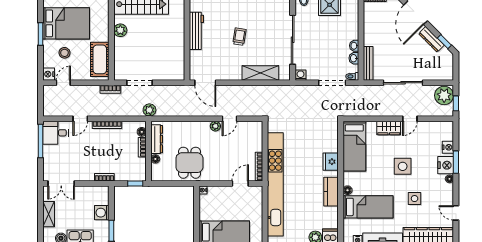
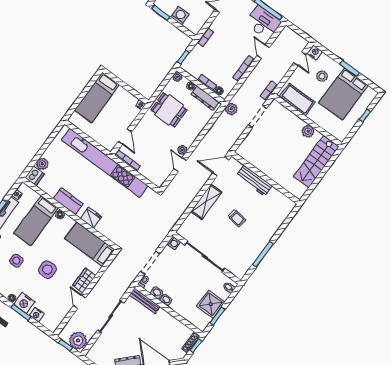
workbench: (196, 31) -> (254, 181), moved
shelving: (260, 73) -> (206, 202), moved
desk: (56, 133) -> (263, 23), width x1.37
plant: (156, 176) -> (177, 77), added

